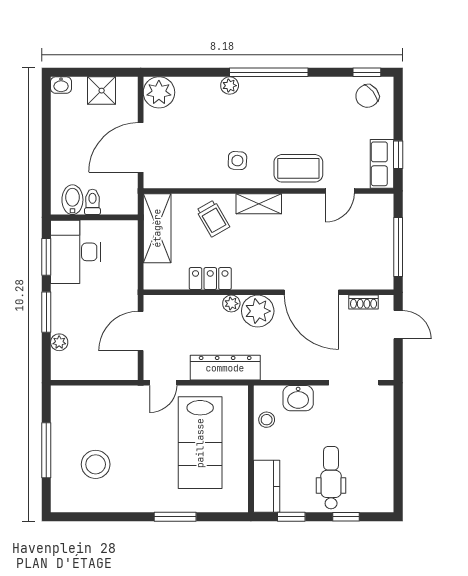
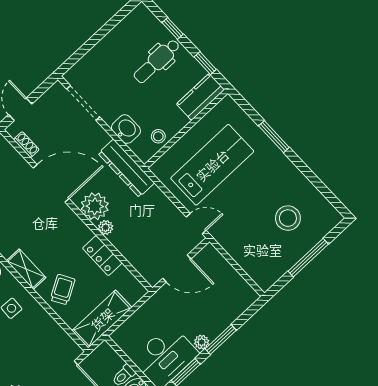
door: (311, 292) -> (51, 183), hinge flipped
plant: (59, 342) -> (202, 342), moved
dresser: (225, 368) -> (126, 168), moved

